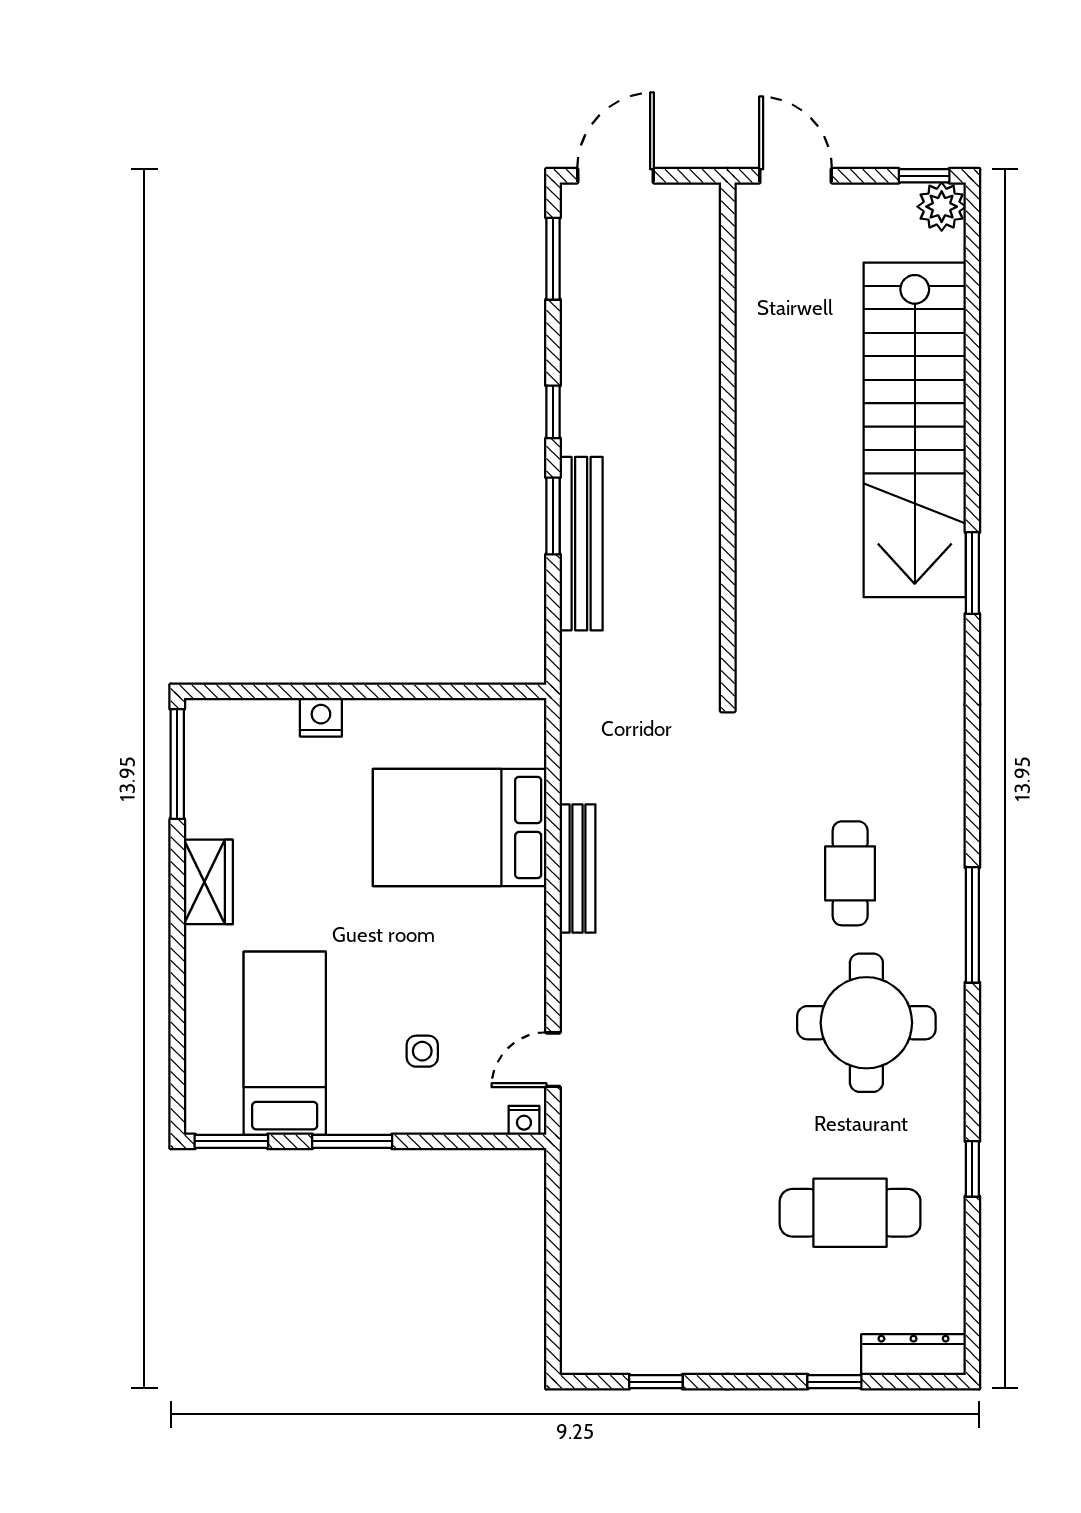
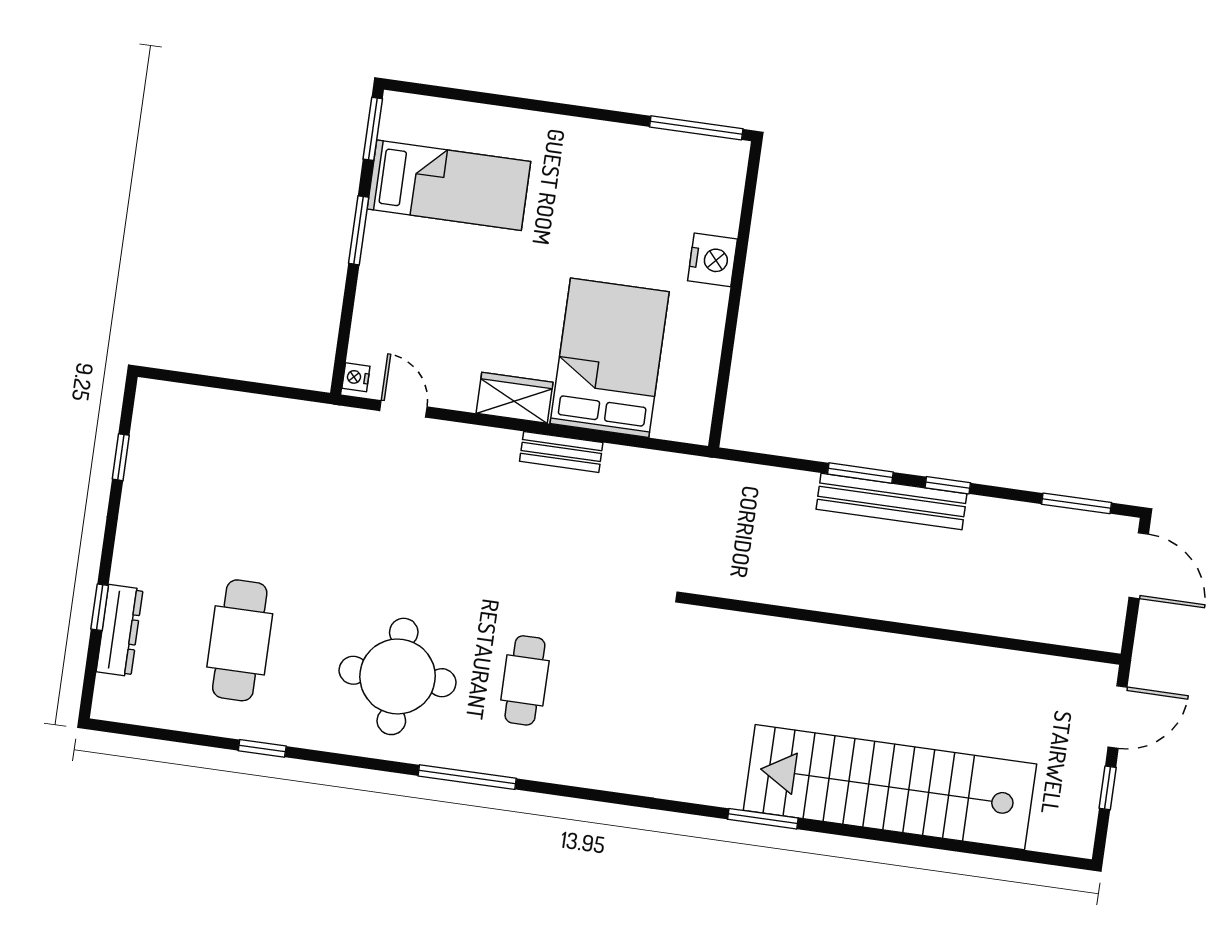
window: (924, 176) -> (1108, 788), moved
plant: (942, 207) -> (1074, 836), removed
bench: (581, 544) -> (892, 501), moved
nightstand: (321, 717) -> (712, 260), width x1.36, depth x1.33
bench: (577, 869) -> (561, 452), width x0.73
cafe table: (850, 873) -> (525, 680), turned 90
wardrobe: (208, 882) -> (515, 398), moved, turned 180
side table: (422, 1051) -> (426, 300), removed
dresser: (914, 1355) -> (120, 630), moved

